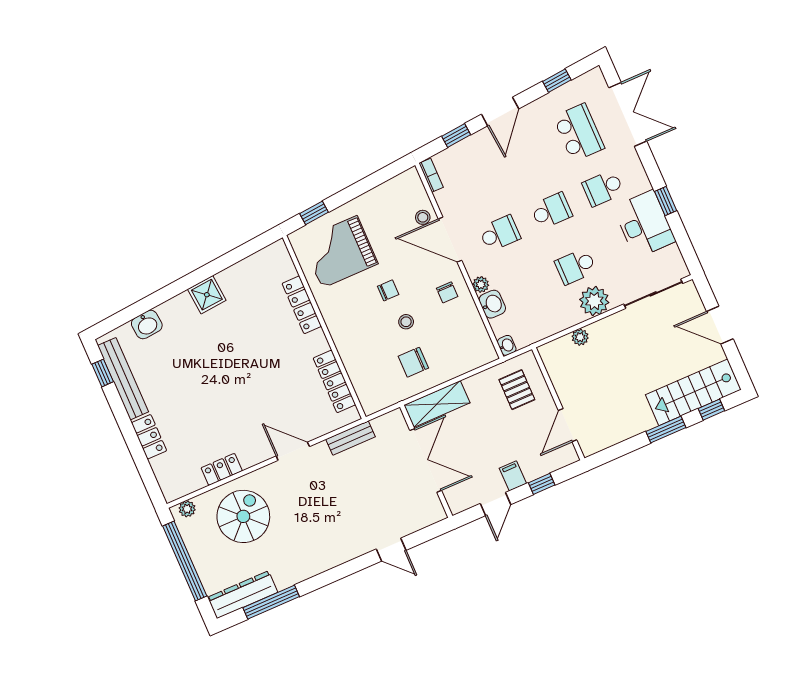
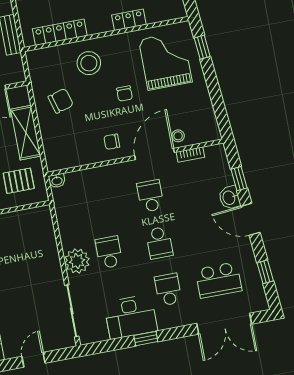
bookcase: (431, 175) -> (190, 155), moved
school desk: (500, 233) -> (150, 196), turned 180
plant: (481, 284) -> (112, 171), removed
washbasin: (492, 304) -> (229, 198), moved, turned 85
locker: (302, 305) -> (129, 20), width x0.66
stool: (406, 322) -> (89, 63), moved, width x1.89, depth x1.89
door: (720, 325) -> (33, 360), width x0.73
plant: (580, 337) -> (50, 243), removed
chair: (413, 362) -> (61, 101), turned 74
shelving: (437, 404) -> (26, 133), moved

